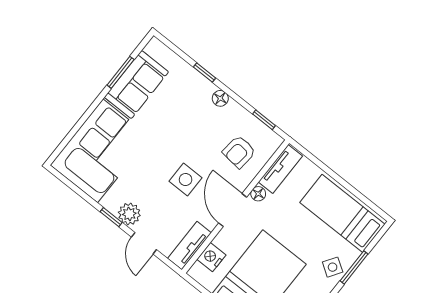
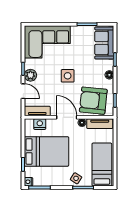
sofa: (136, 85) -> (104, 43), moved, turned 90
armchair: (239, 152) -> (93, 101), width x1.88, depth x1.88
side table: (186, 180) -> (68, 76), moved
door: (233, 210) -> (67, 117), hinge flipped
door: (144, 243) -> (23, 91), swing flipped

